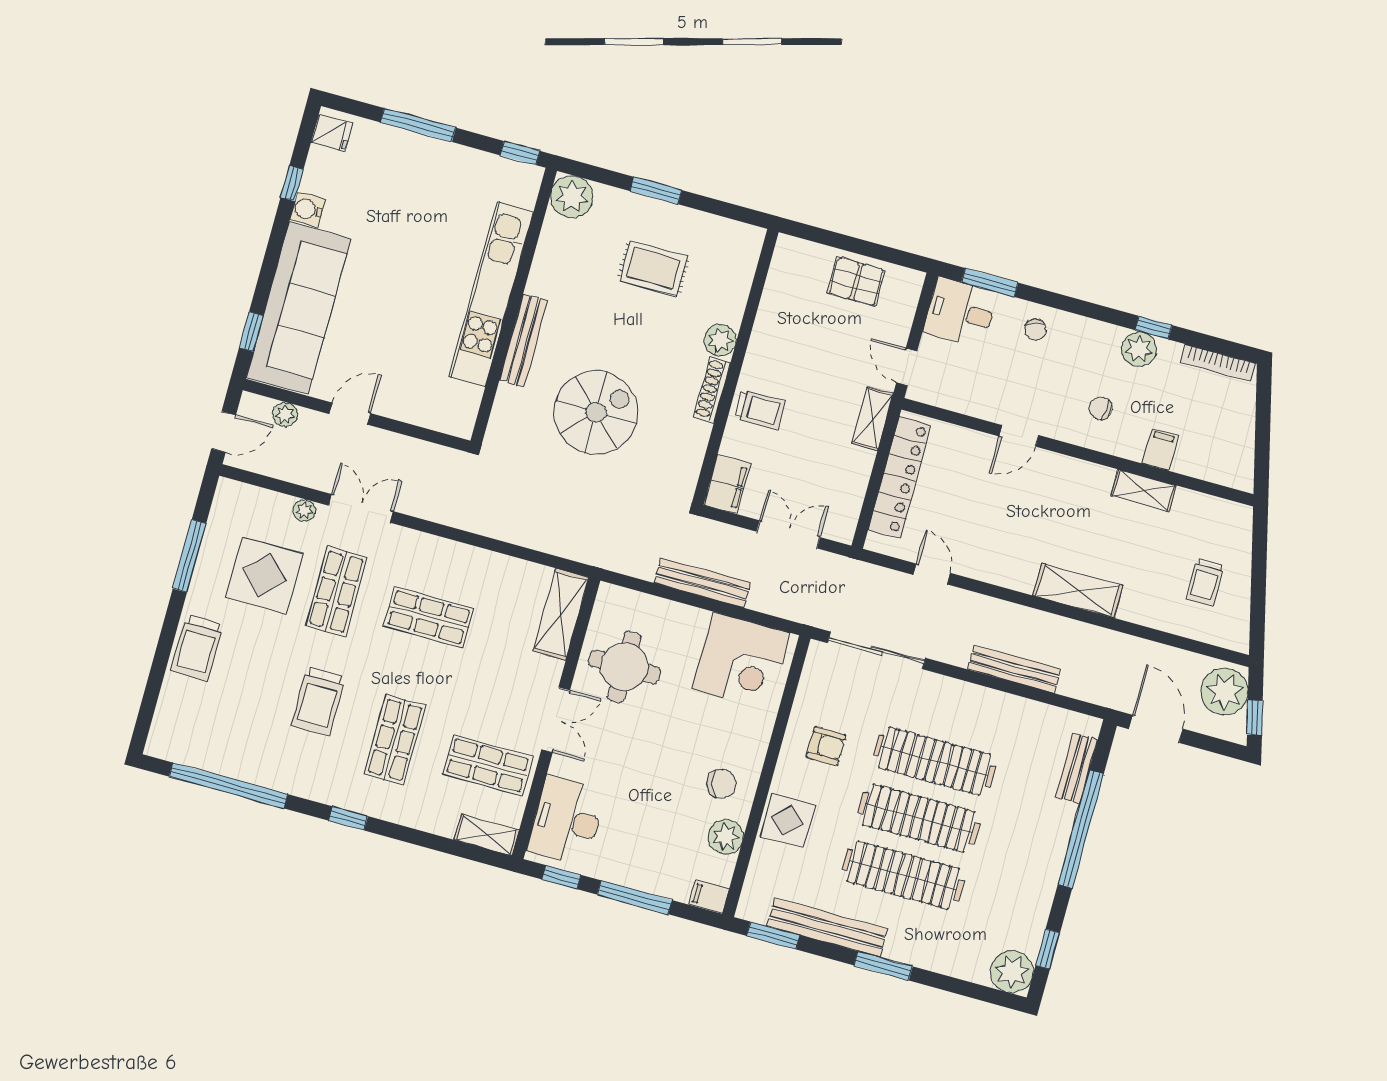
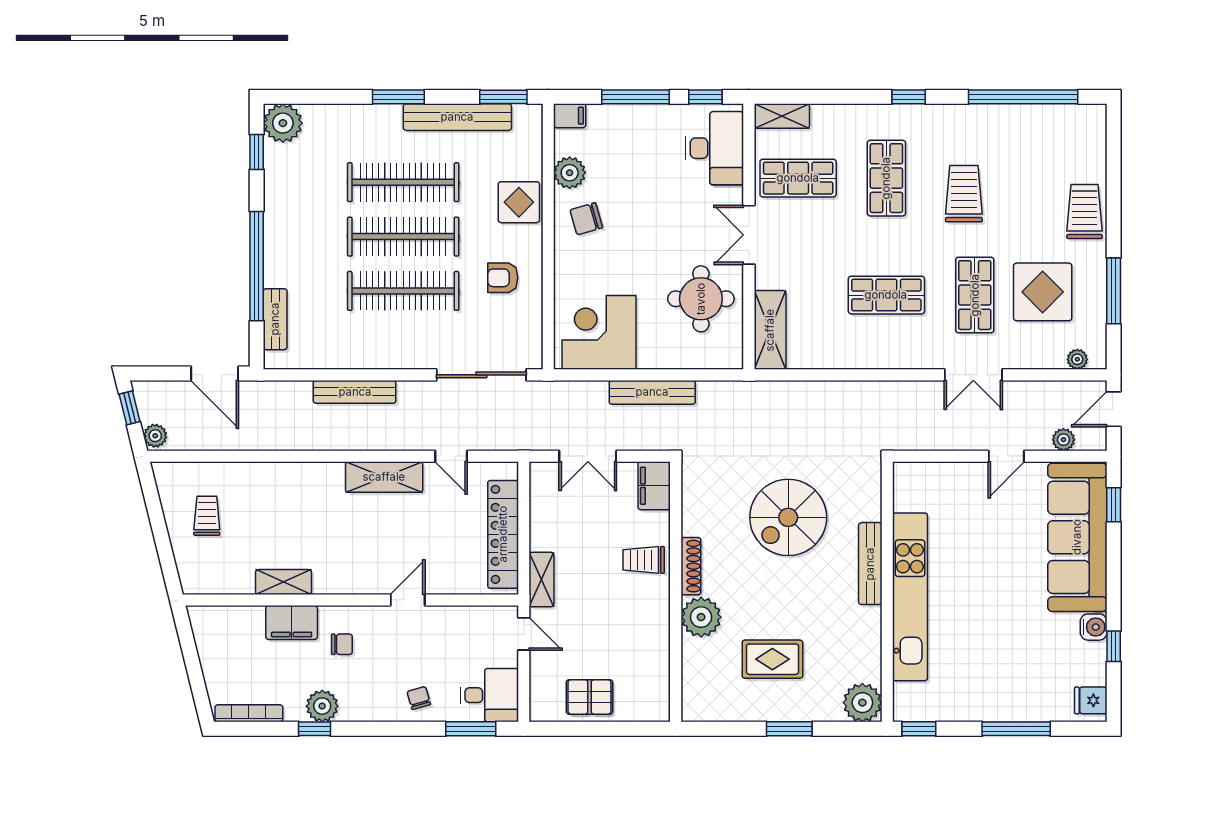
plant: (720, 340) -> (701, 617), width x1.36, depth x1.36
filing cabinet: (1160, 449) -> (292, 623), width x2.00
plant: (304, 510) -> (1077, 359), moved
shelving: (1078, 591) -> (384, 477), moved
plant: (1225, 692) -> (155, 436), width x0.53, depth x0.53

